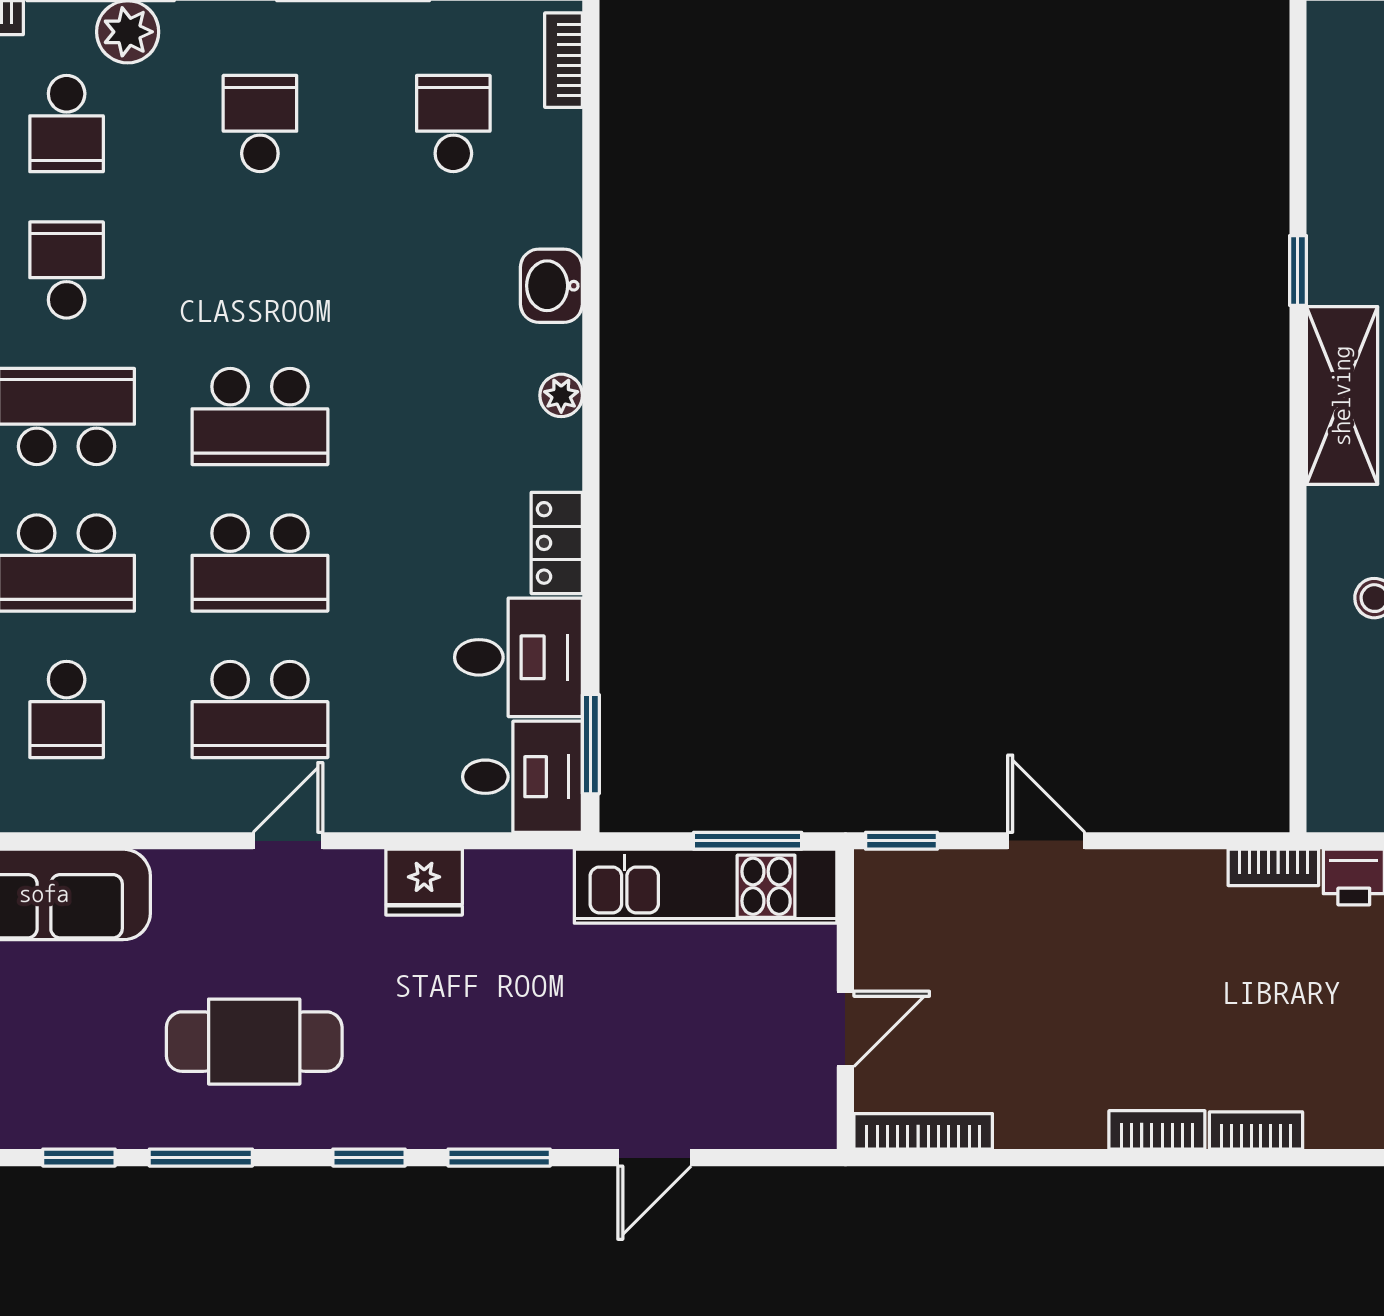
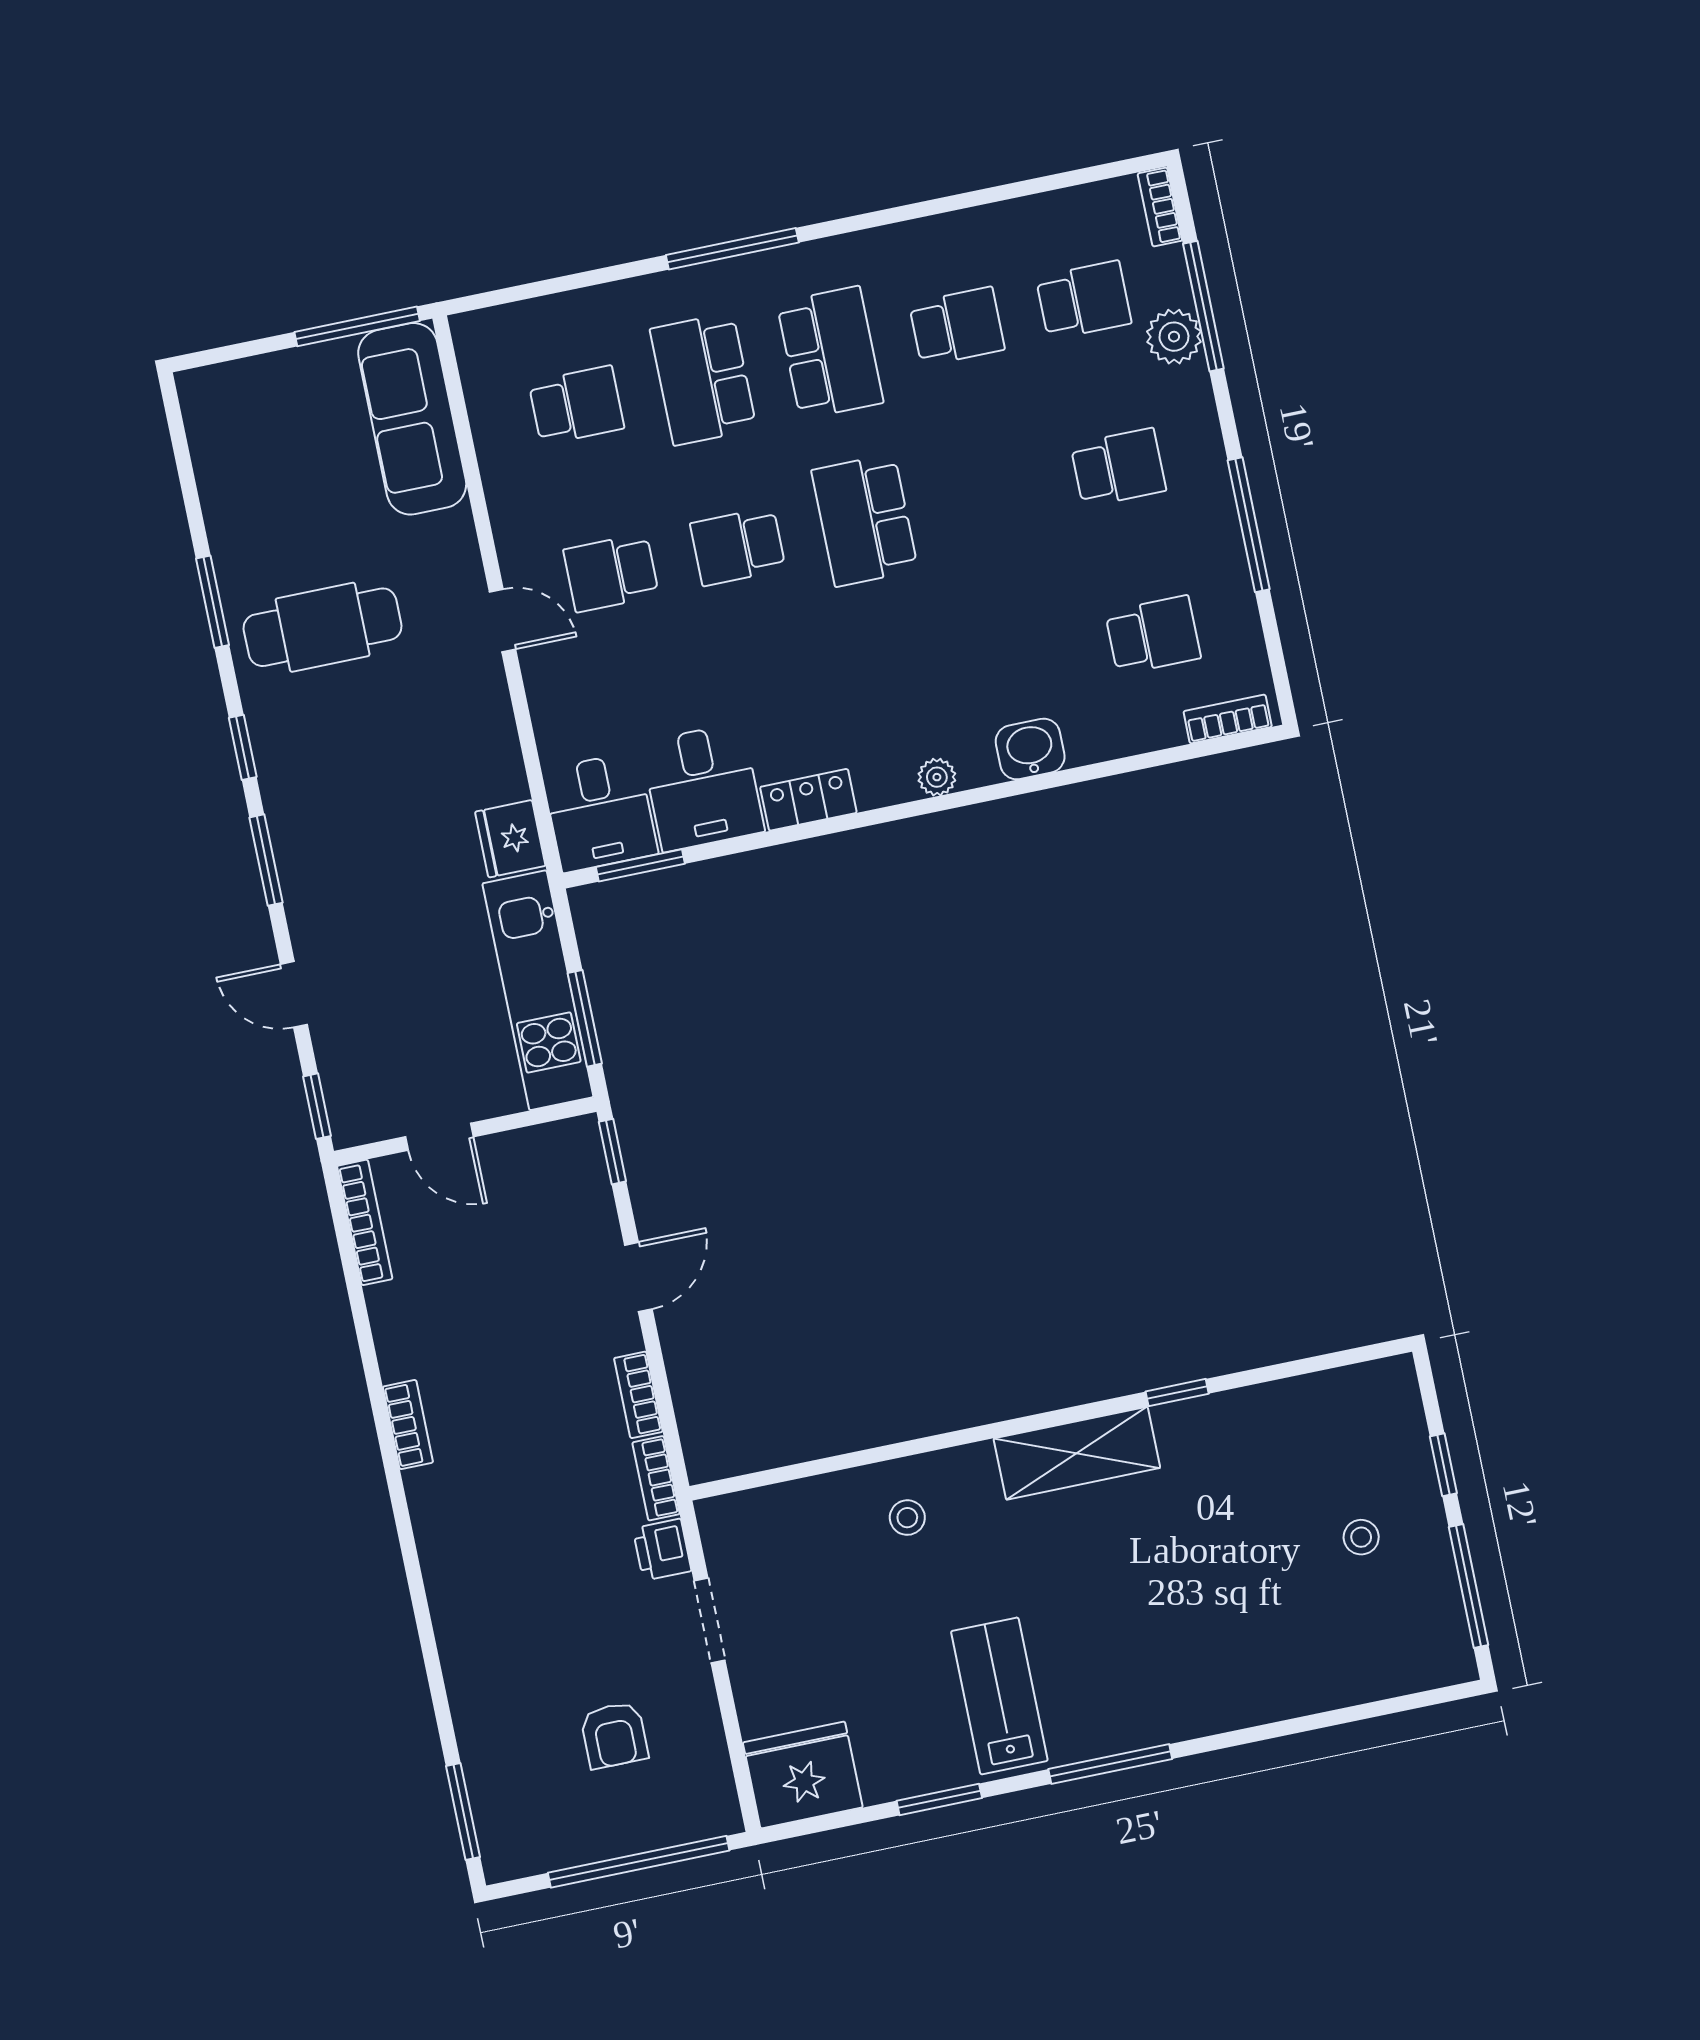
school desk: (67, 124) -> (1084, 300), turned 180
school desk: (260, 563) -> (738, 546), width x0.54
school desk: (67, 709) -> (576, 405), turned 180
school desk: (260, 709) -> (611, 573), width x0.54
fridge: (424, 882) -> (510, 839), moved
cafe table: (254, 1042) -> (323, 627), turned 90
bookcase: (1256, 1130) -> (638, 1395), moved, turned 180
window: (79, 1158) -> (317, 1106), moved

